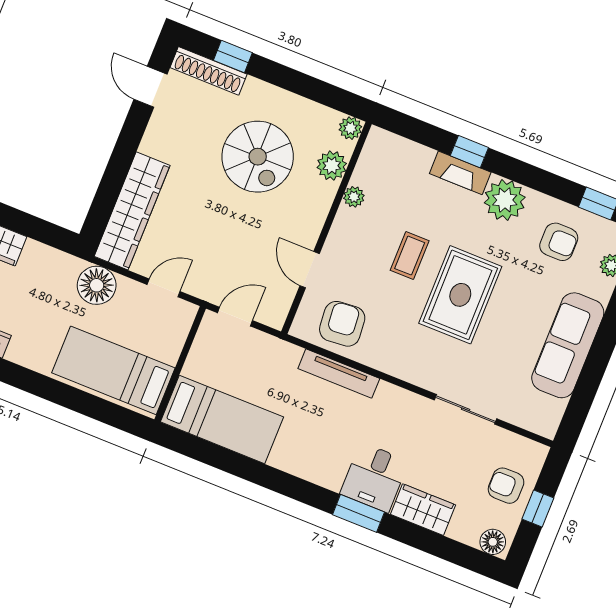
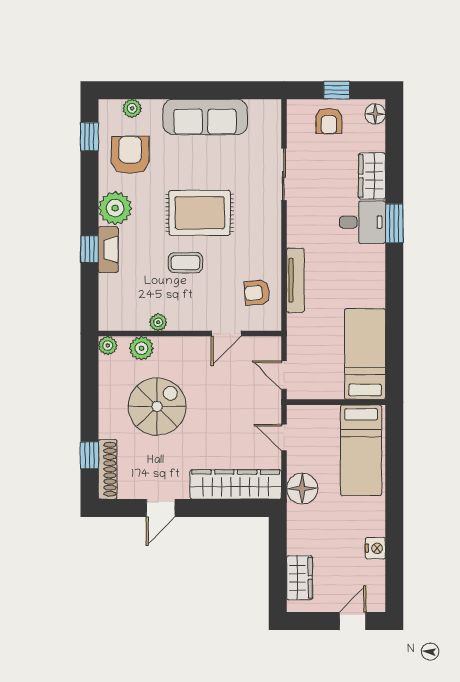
door: (150, 87) -> (161, 508), moved
armchair: (559, 242) -> (130, 155), width x1.38, depth x1.38
armchair: (342, 324) -> (257, 293), width x0.72, depth x0.72

